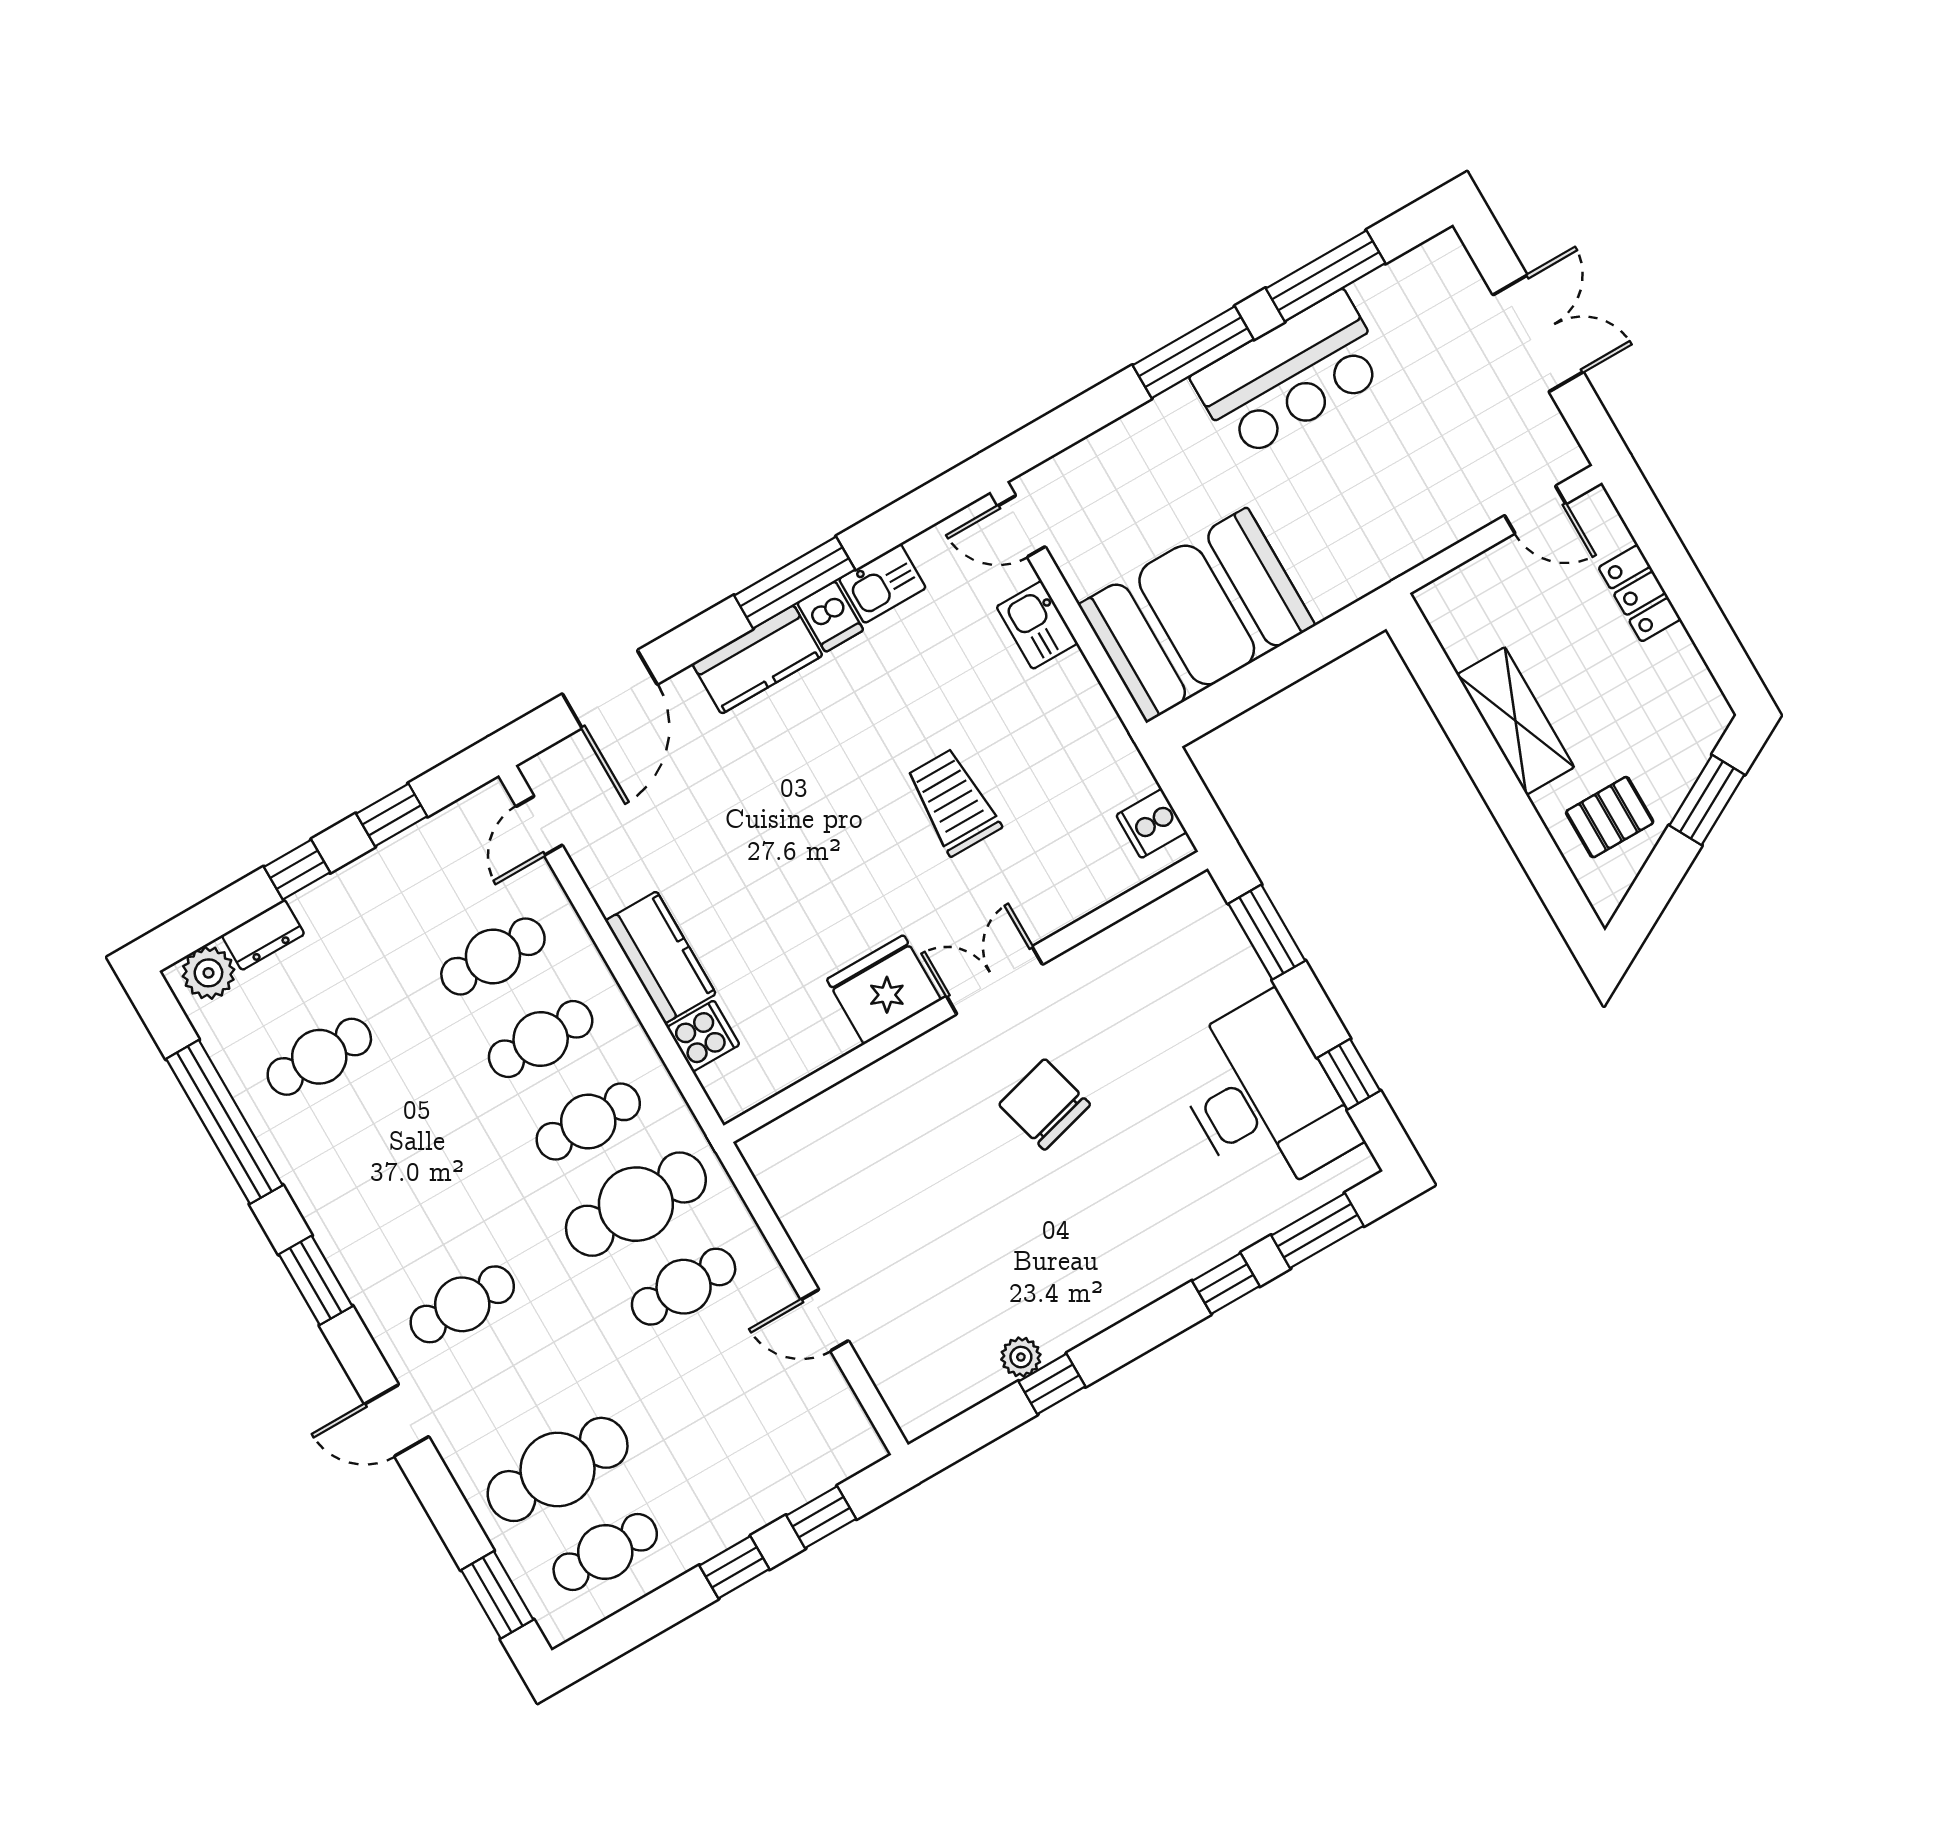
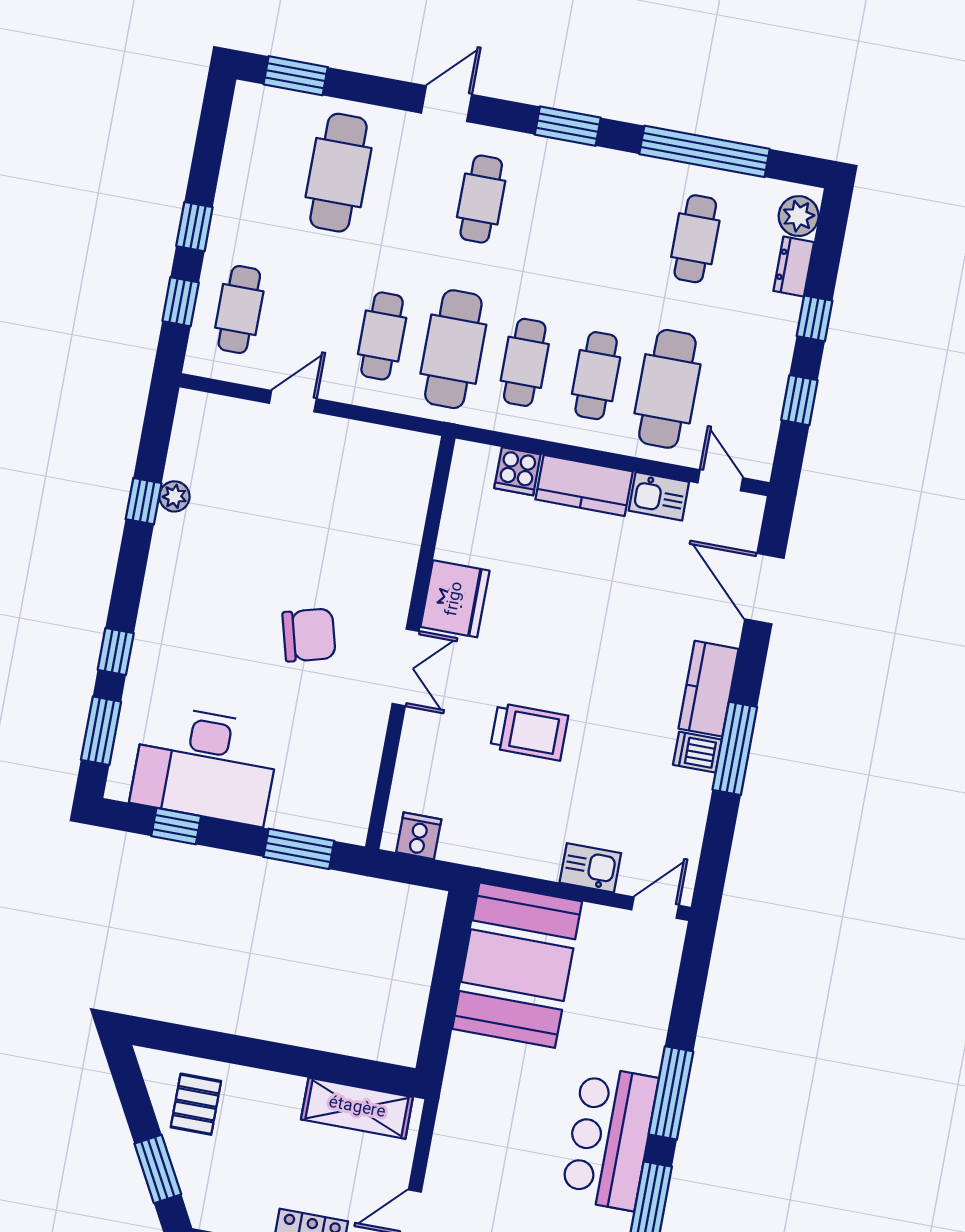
kitchen sink: (882, 583) -> (659, 496), moved, turned -90
shelving: (1516, 721) -> (357, 1108), moved
cafe table: (493, 956) -> (667, 389), width x1.37, depth x1.35
cafe table: (605, 1552) -> (239, 309), moved

